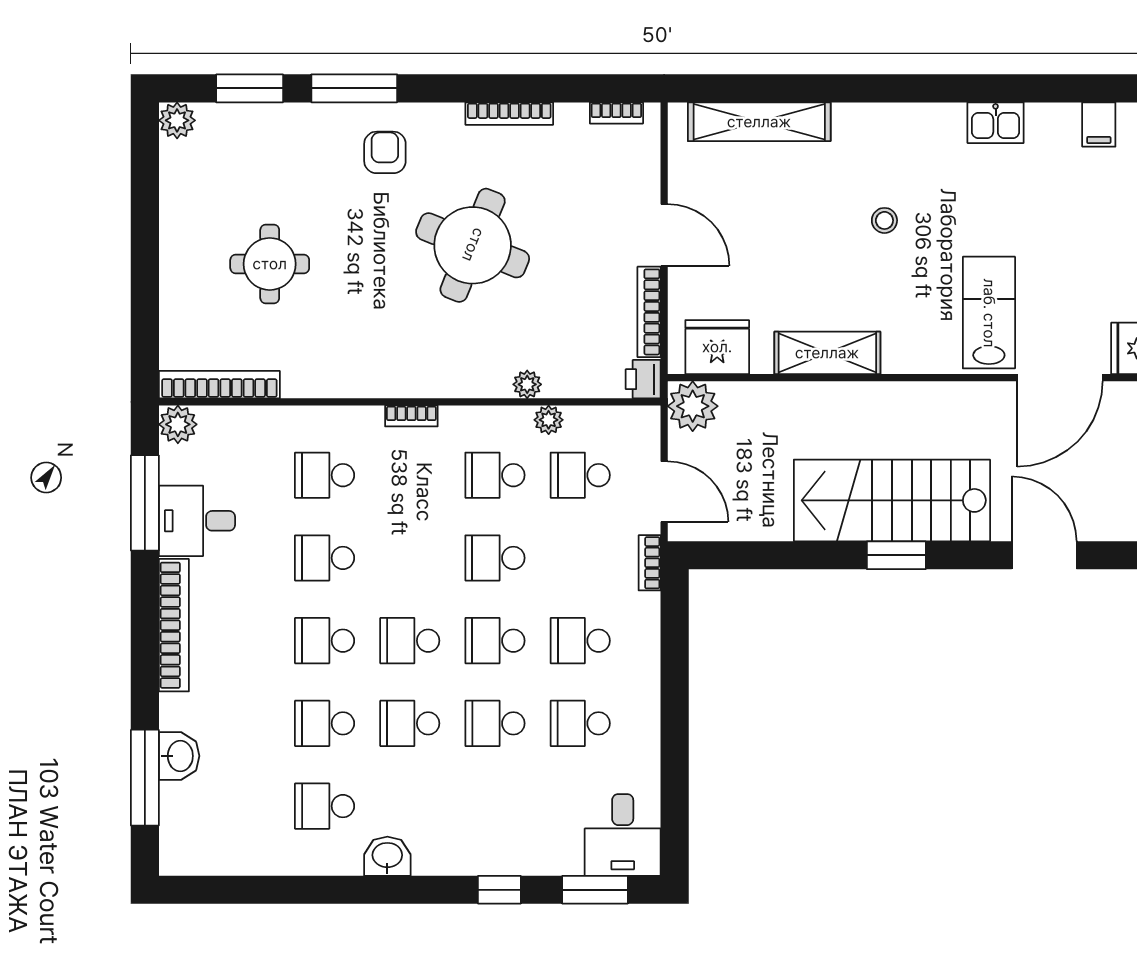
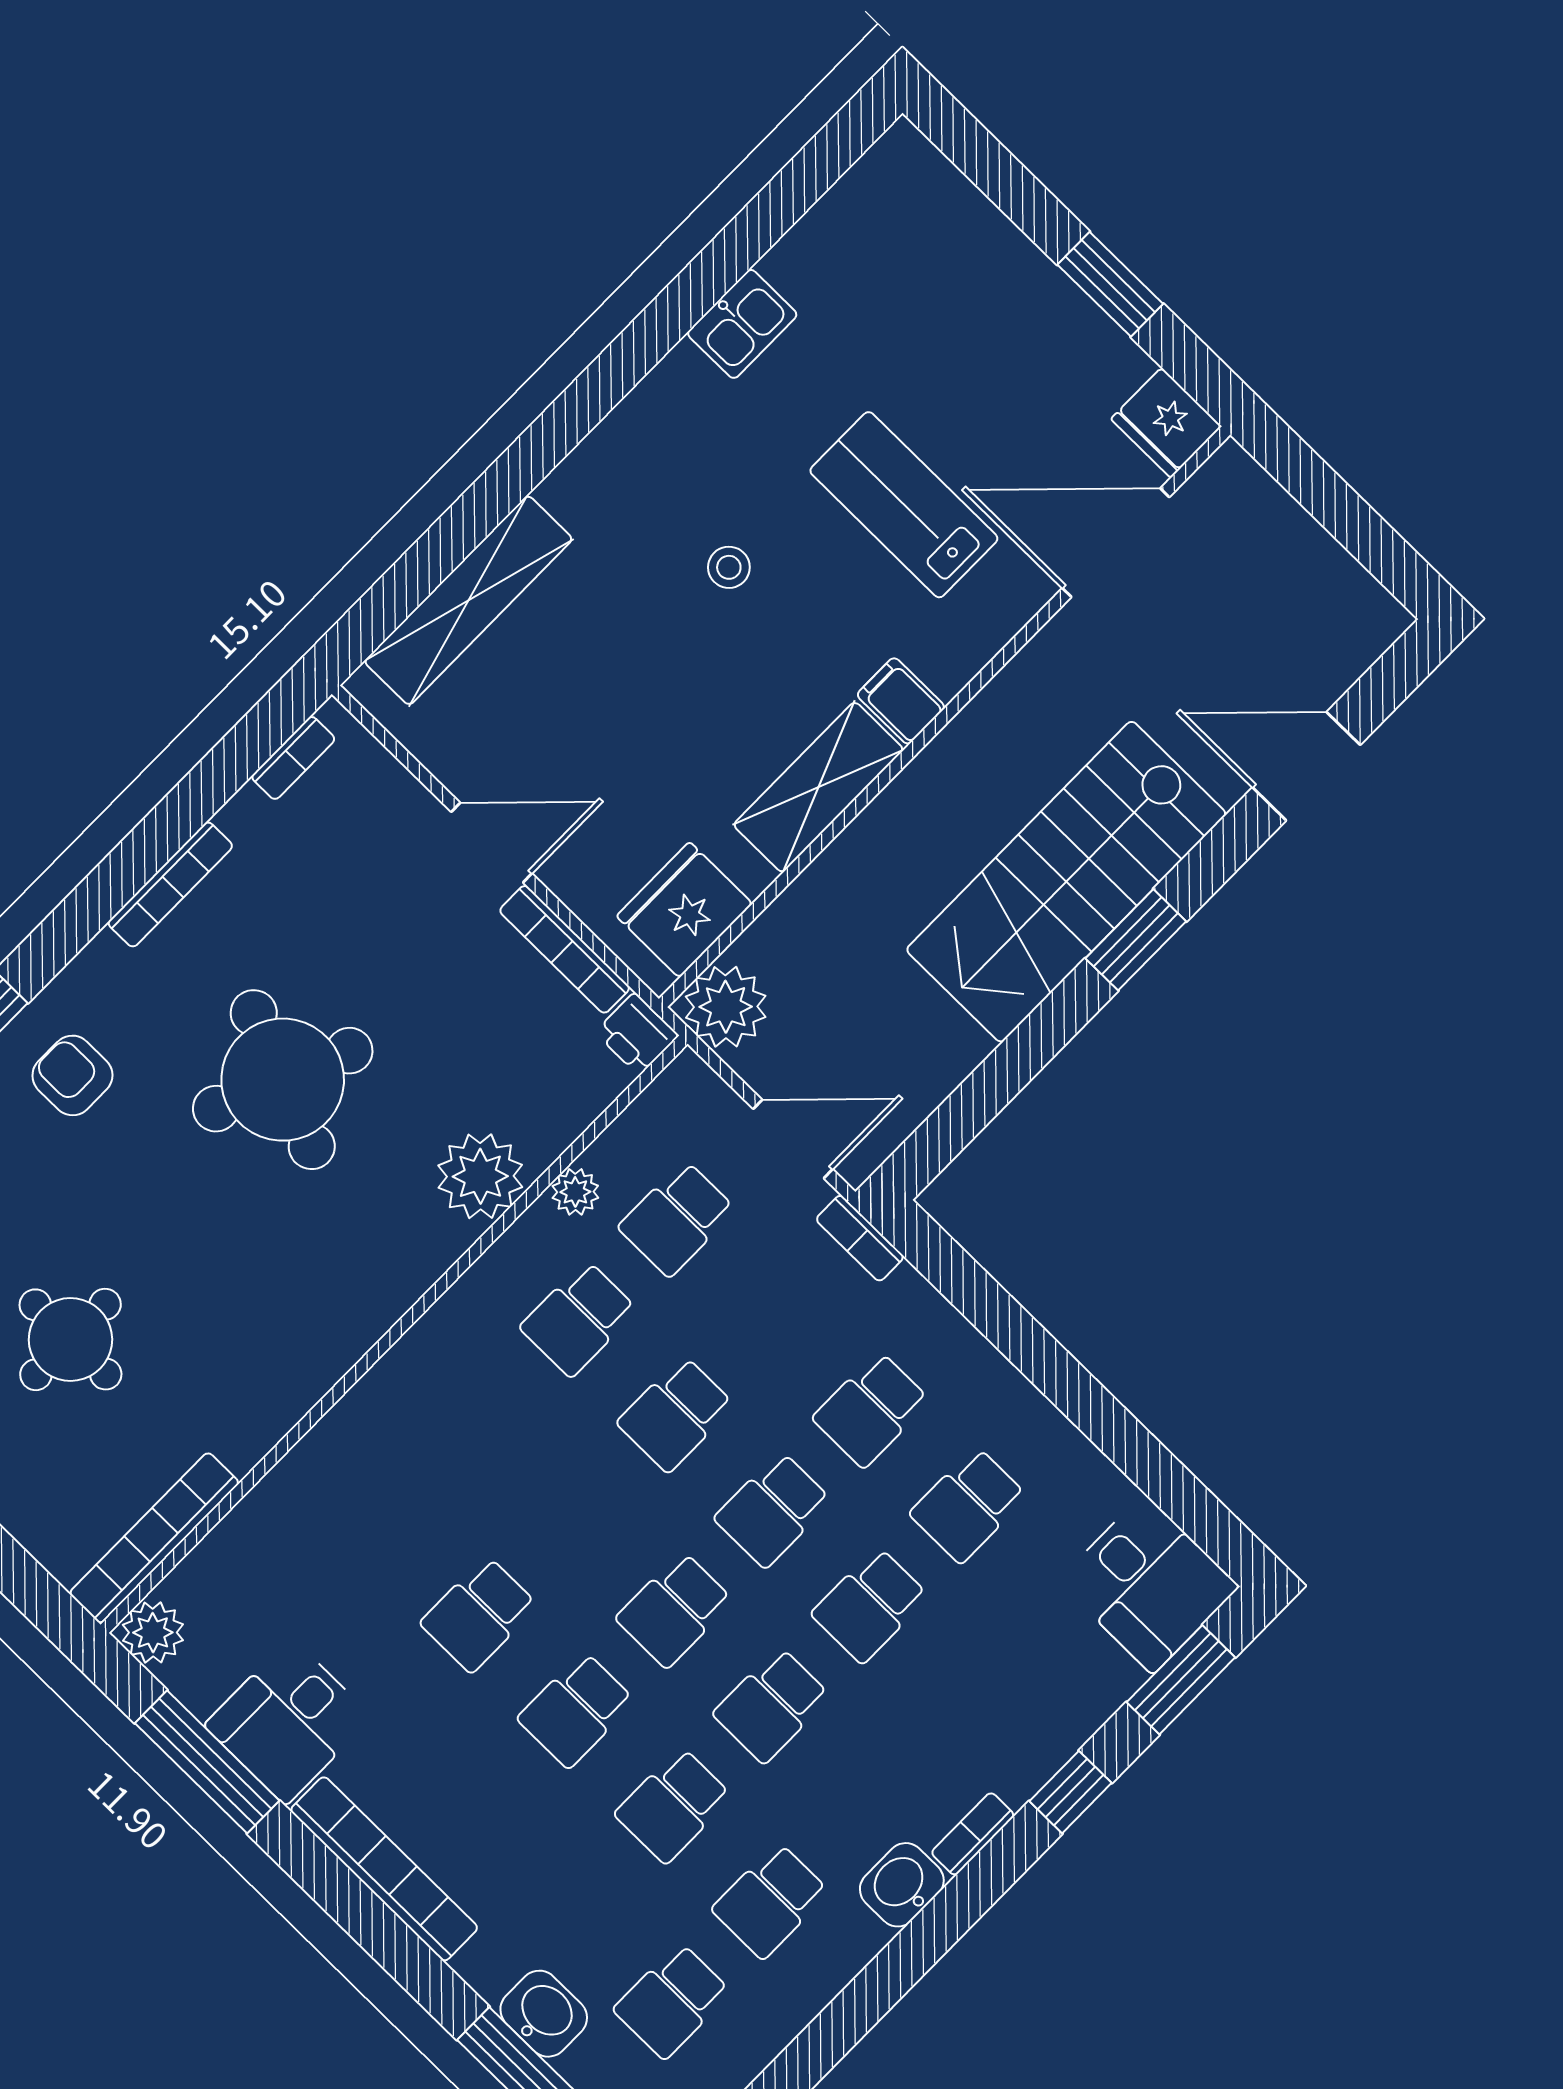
filing cabinet: (1099, 124) -> (901, 701), moved, turned 180
lab bench: (989, 313) -> (904, 505), moved
door: (1060, 378) -> (1116, 543), swing flipped
plant: (527, 384) -> (480, 1176), width x1.88, depth x1.88
bookcase: (411, 416) -> (973, 1834), moved, turned 180
school desk: (325, 475) -> (672, 2001), moved

